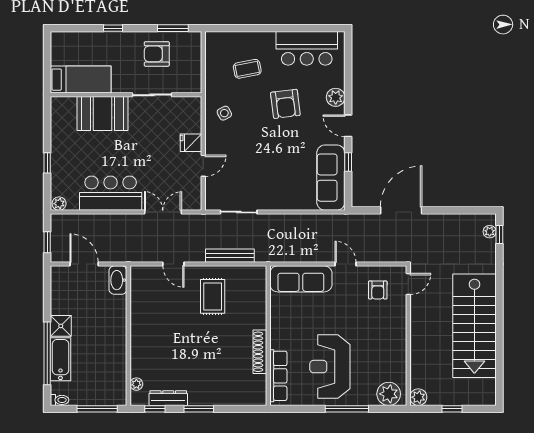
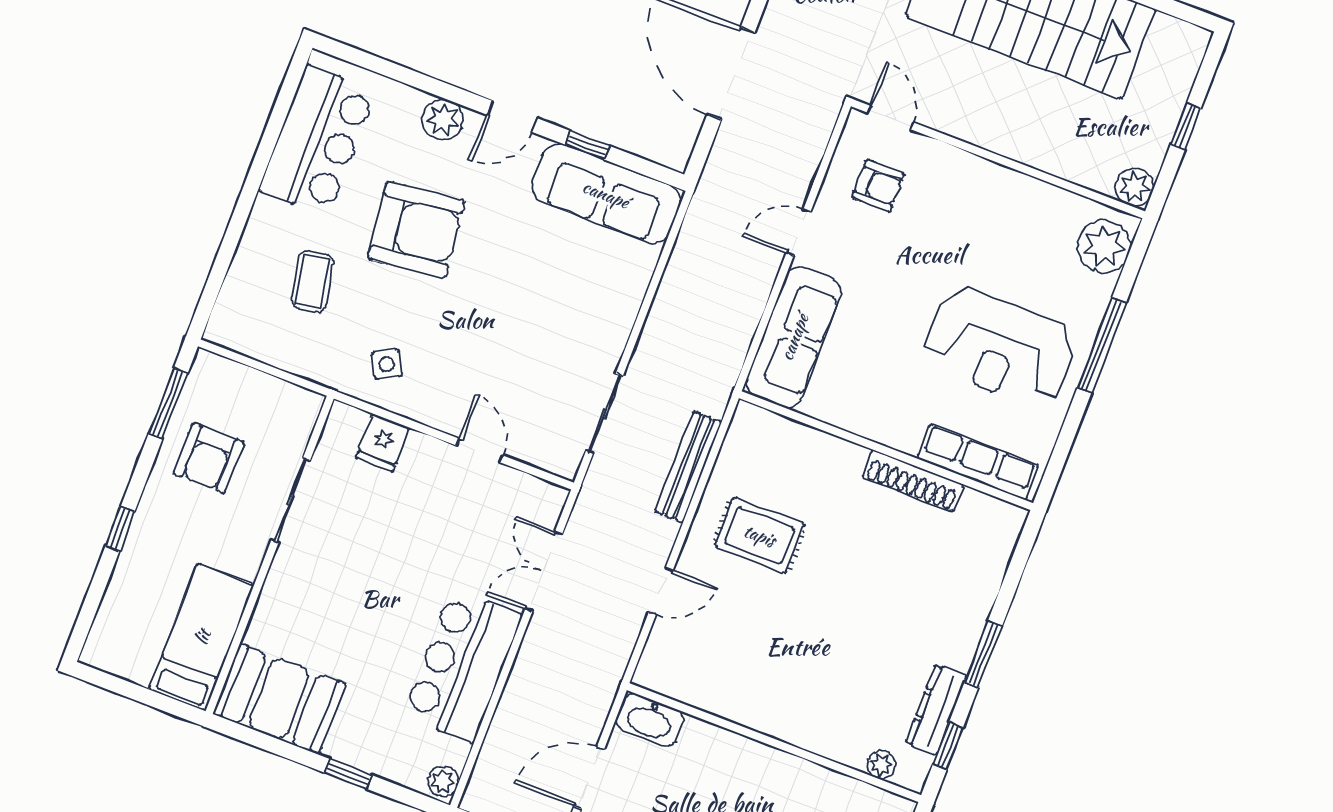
armchair: (285, 104) -> (416, 229), width x1.36, depth x1.36
booth: (102, 114) -> (279, 699), moved, turned 90
fridge: (191, 143) -> (382, 443), moved

